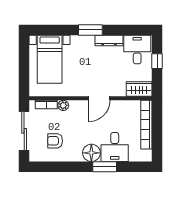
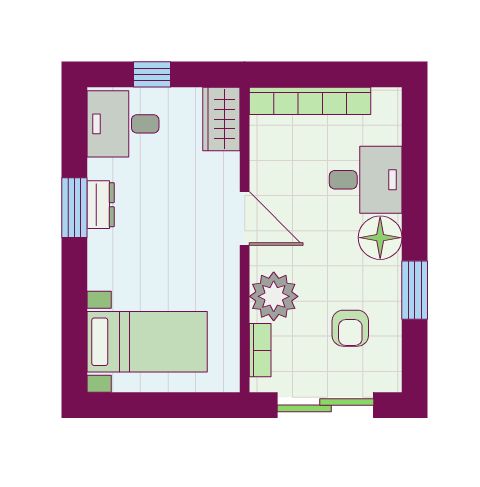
window: (90, 30) -> (74, 208), moved
dresser: (109, 40) -> (101, 205), width x0.70
plant: (63, 105) -> (274, 296), width x1.87, depth x1.87
window: (105, 167) -> (415, 290), moved

